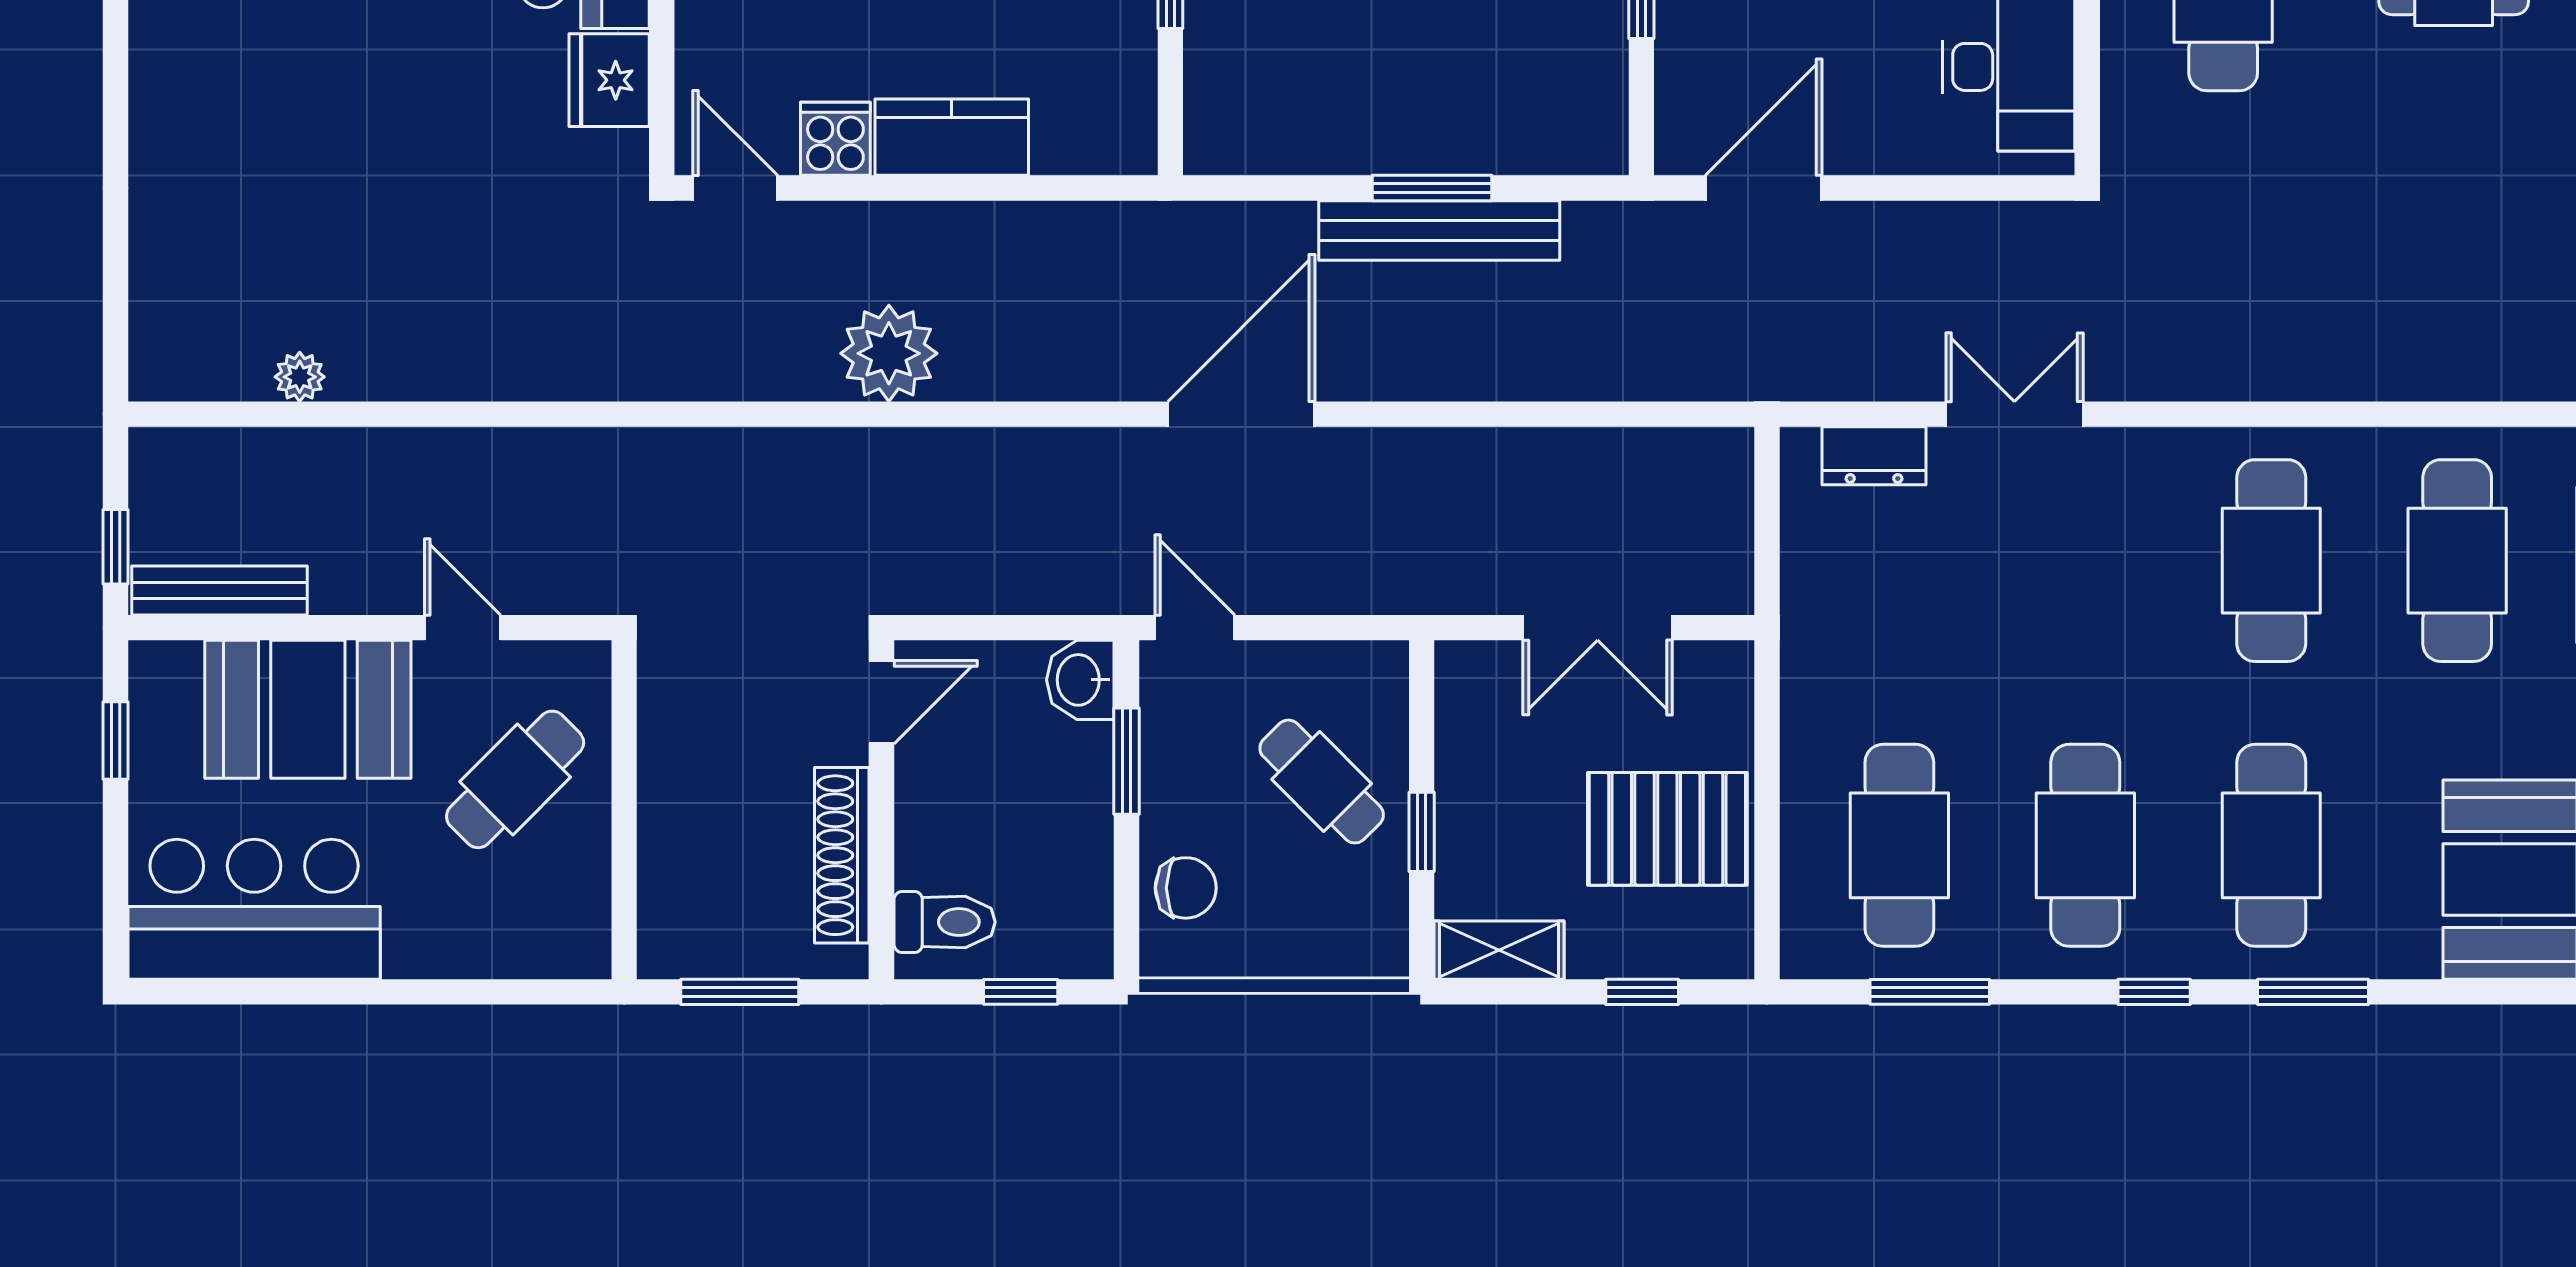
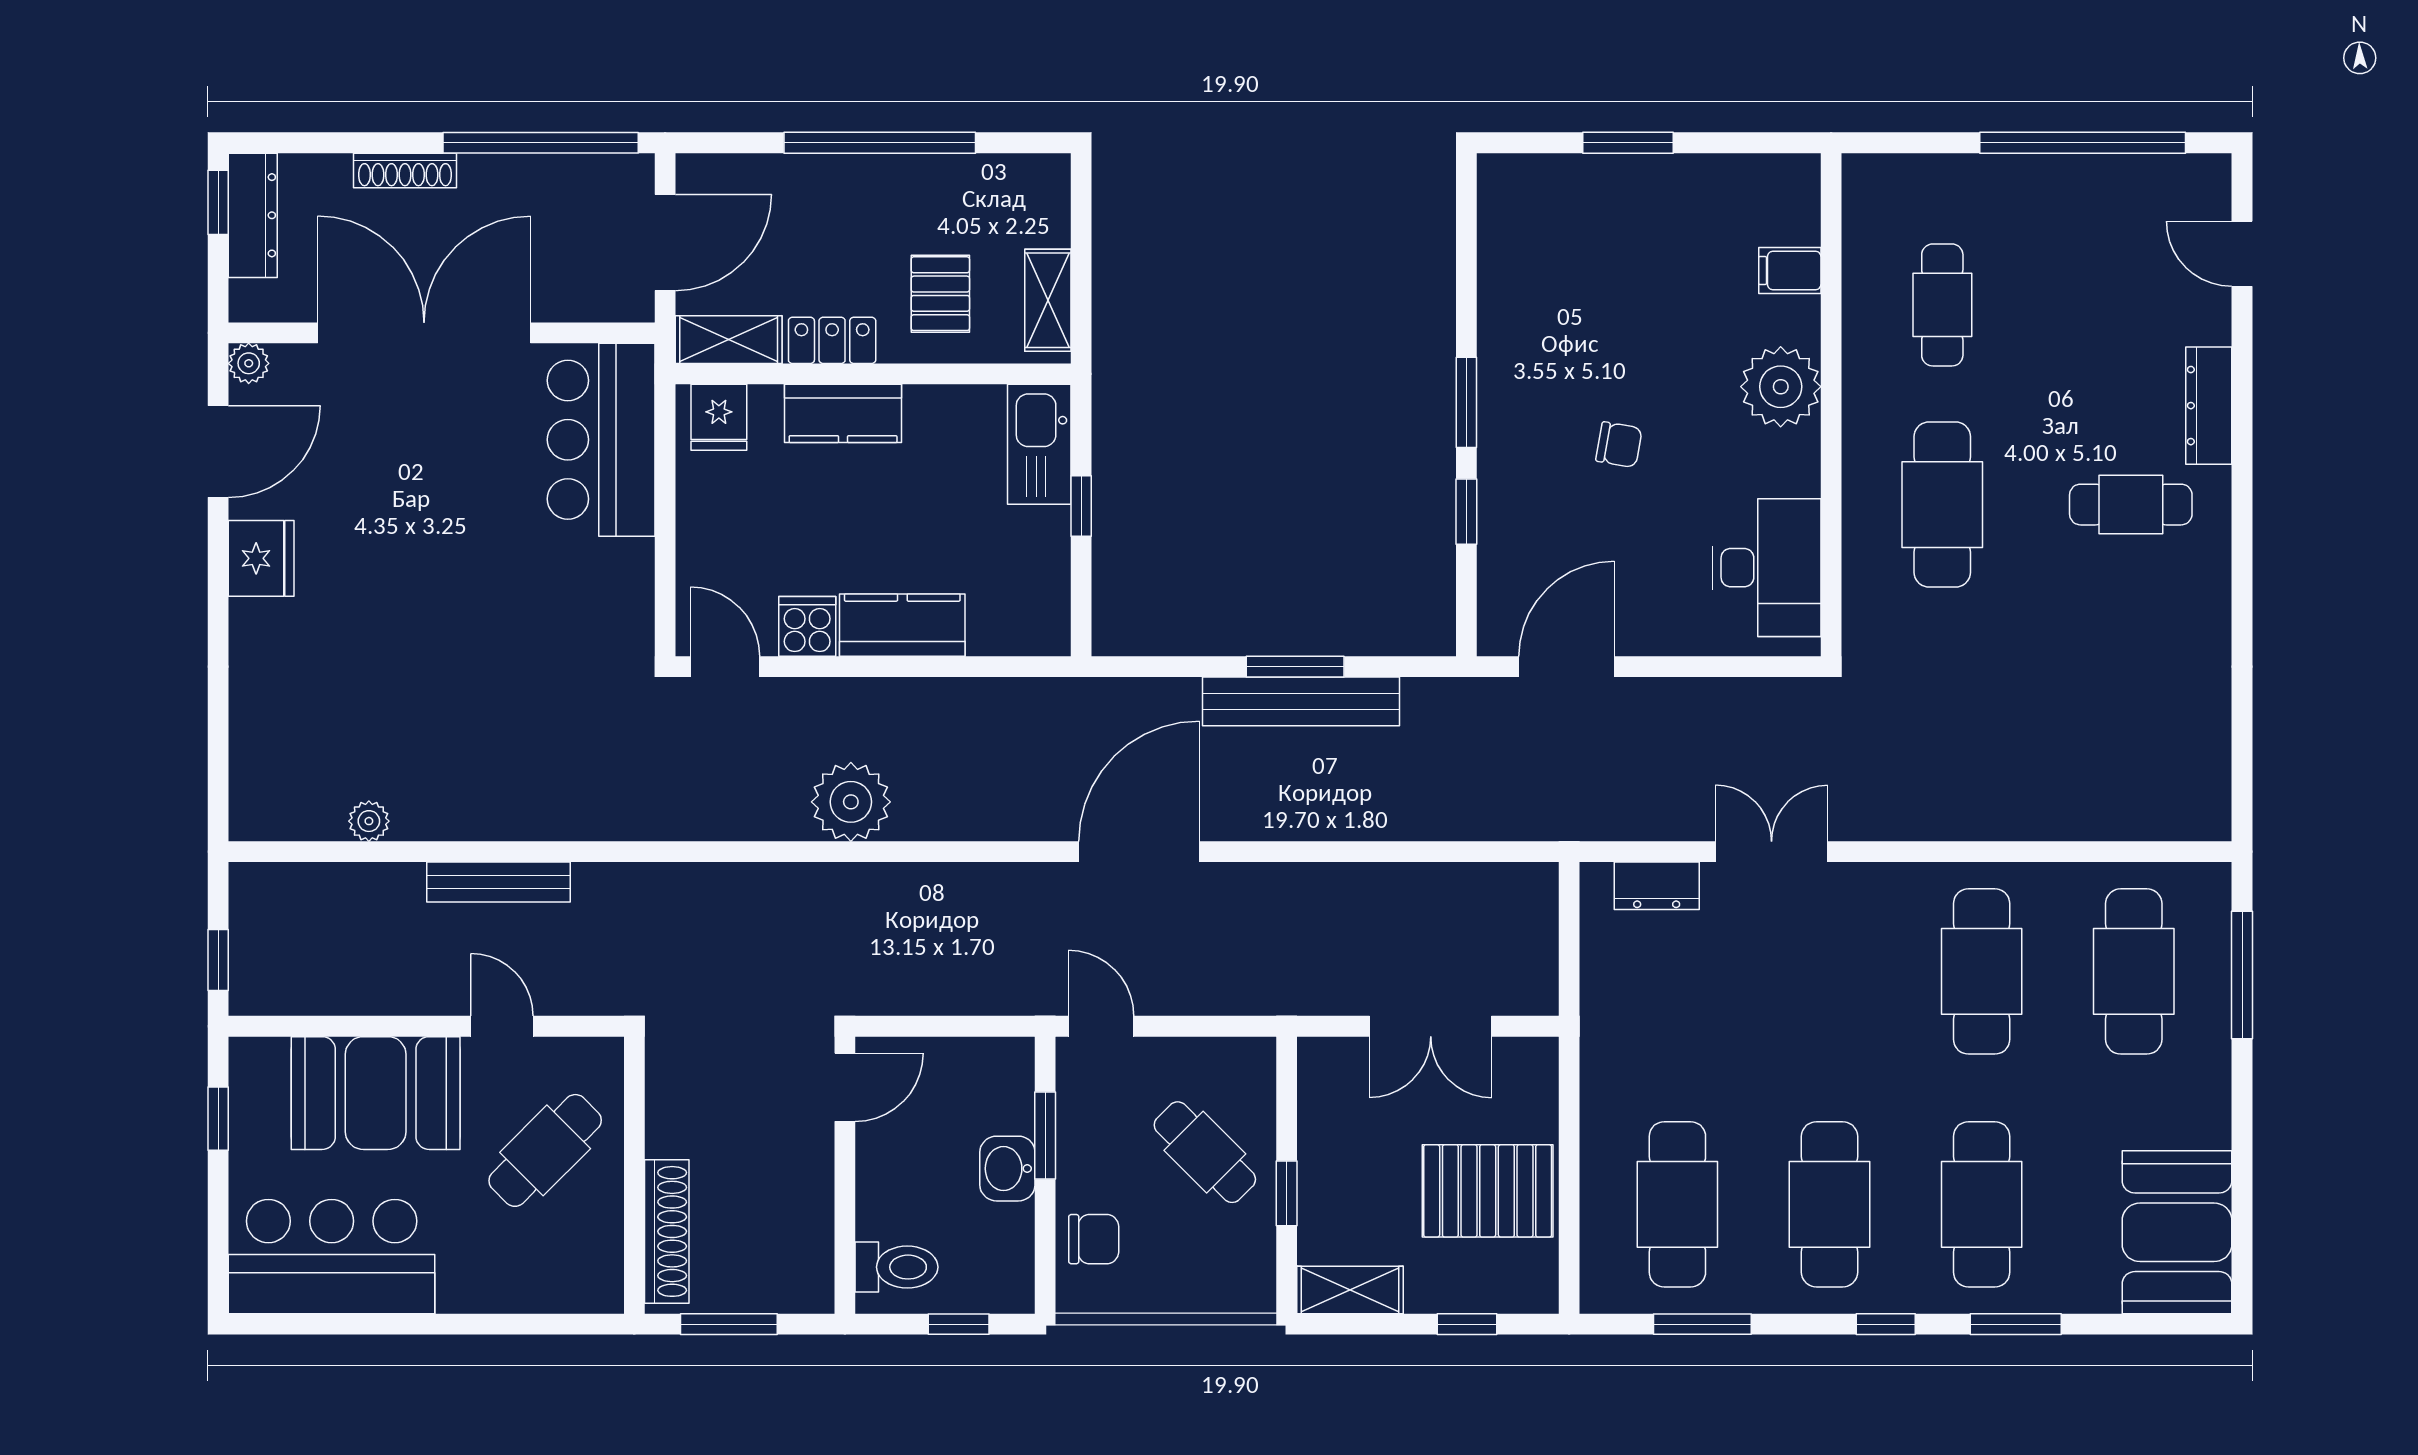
fridge: (609, 80) -> (261, 558), moved, turned 180
bench: (220, 591) -> (499, 882), moved
washbasin: (1080, 680) -> (1007, 1169), moved
shoe rack: (842, 855) -> (667, 1231), moved, turned 180

